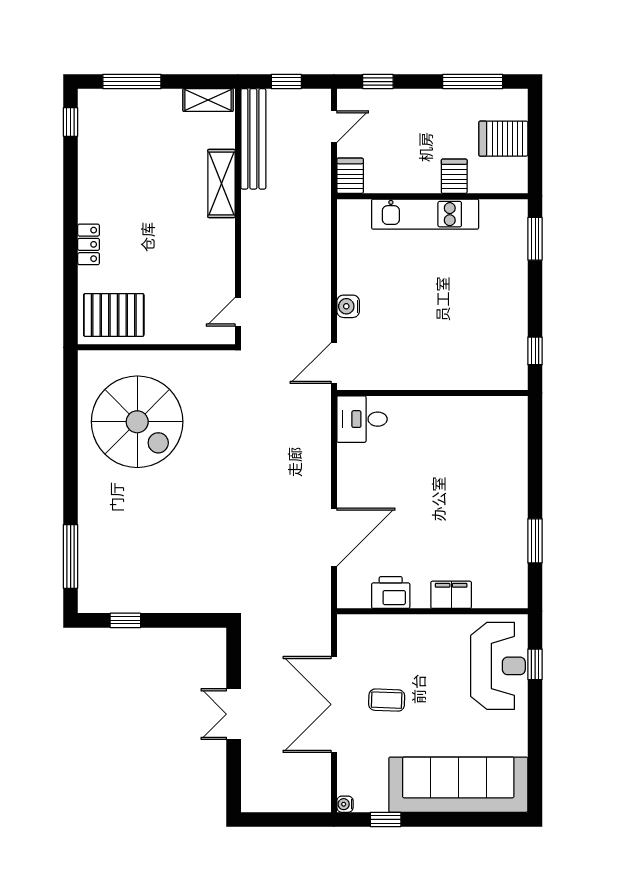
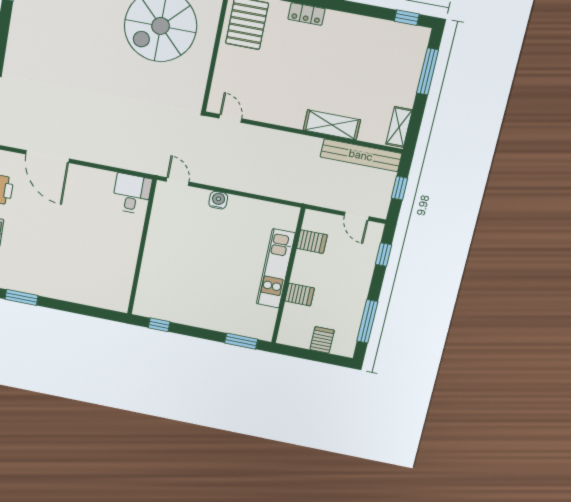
server rack: (503, 139) -> (322, 340), width x0.73, depth x0.70
server rack: (350, 176) -> (312, 242), moved
door: (334, 363) -> (178, 182), width x0.73

